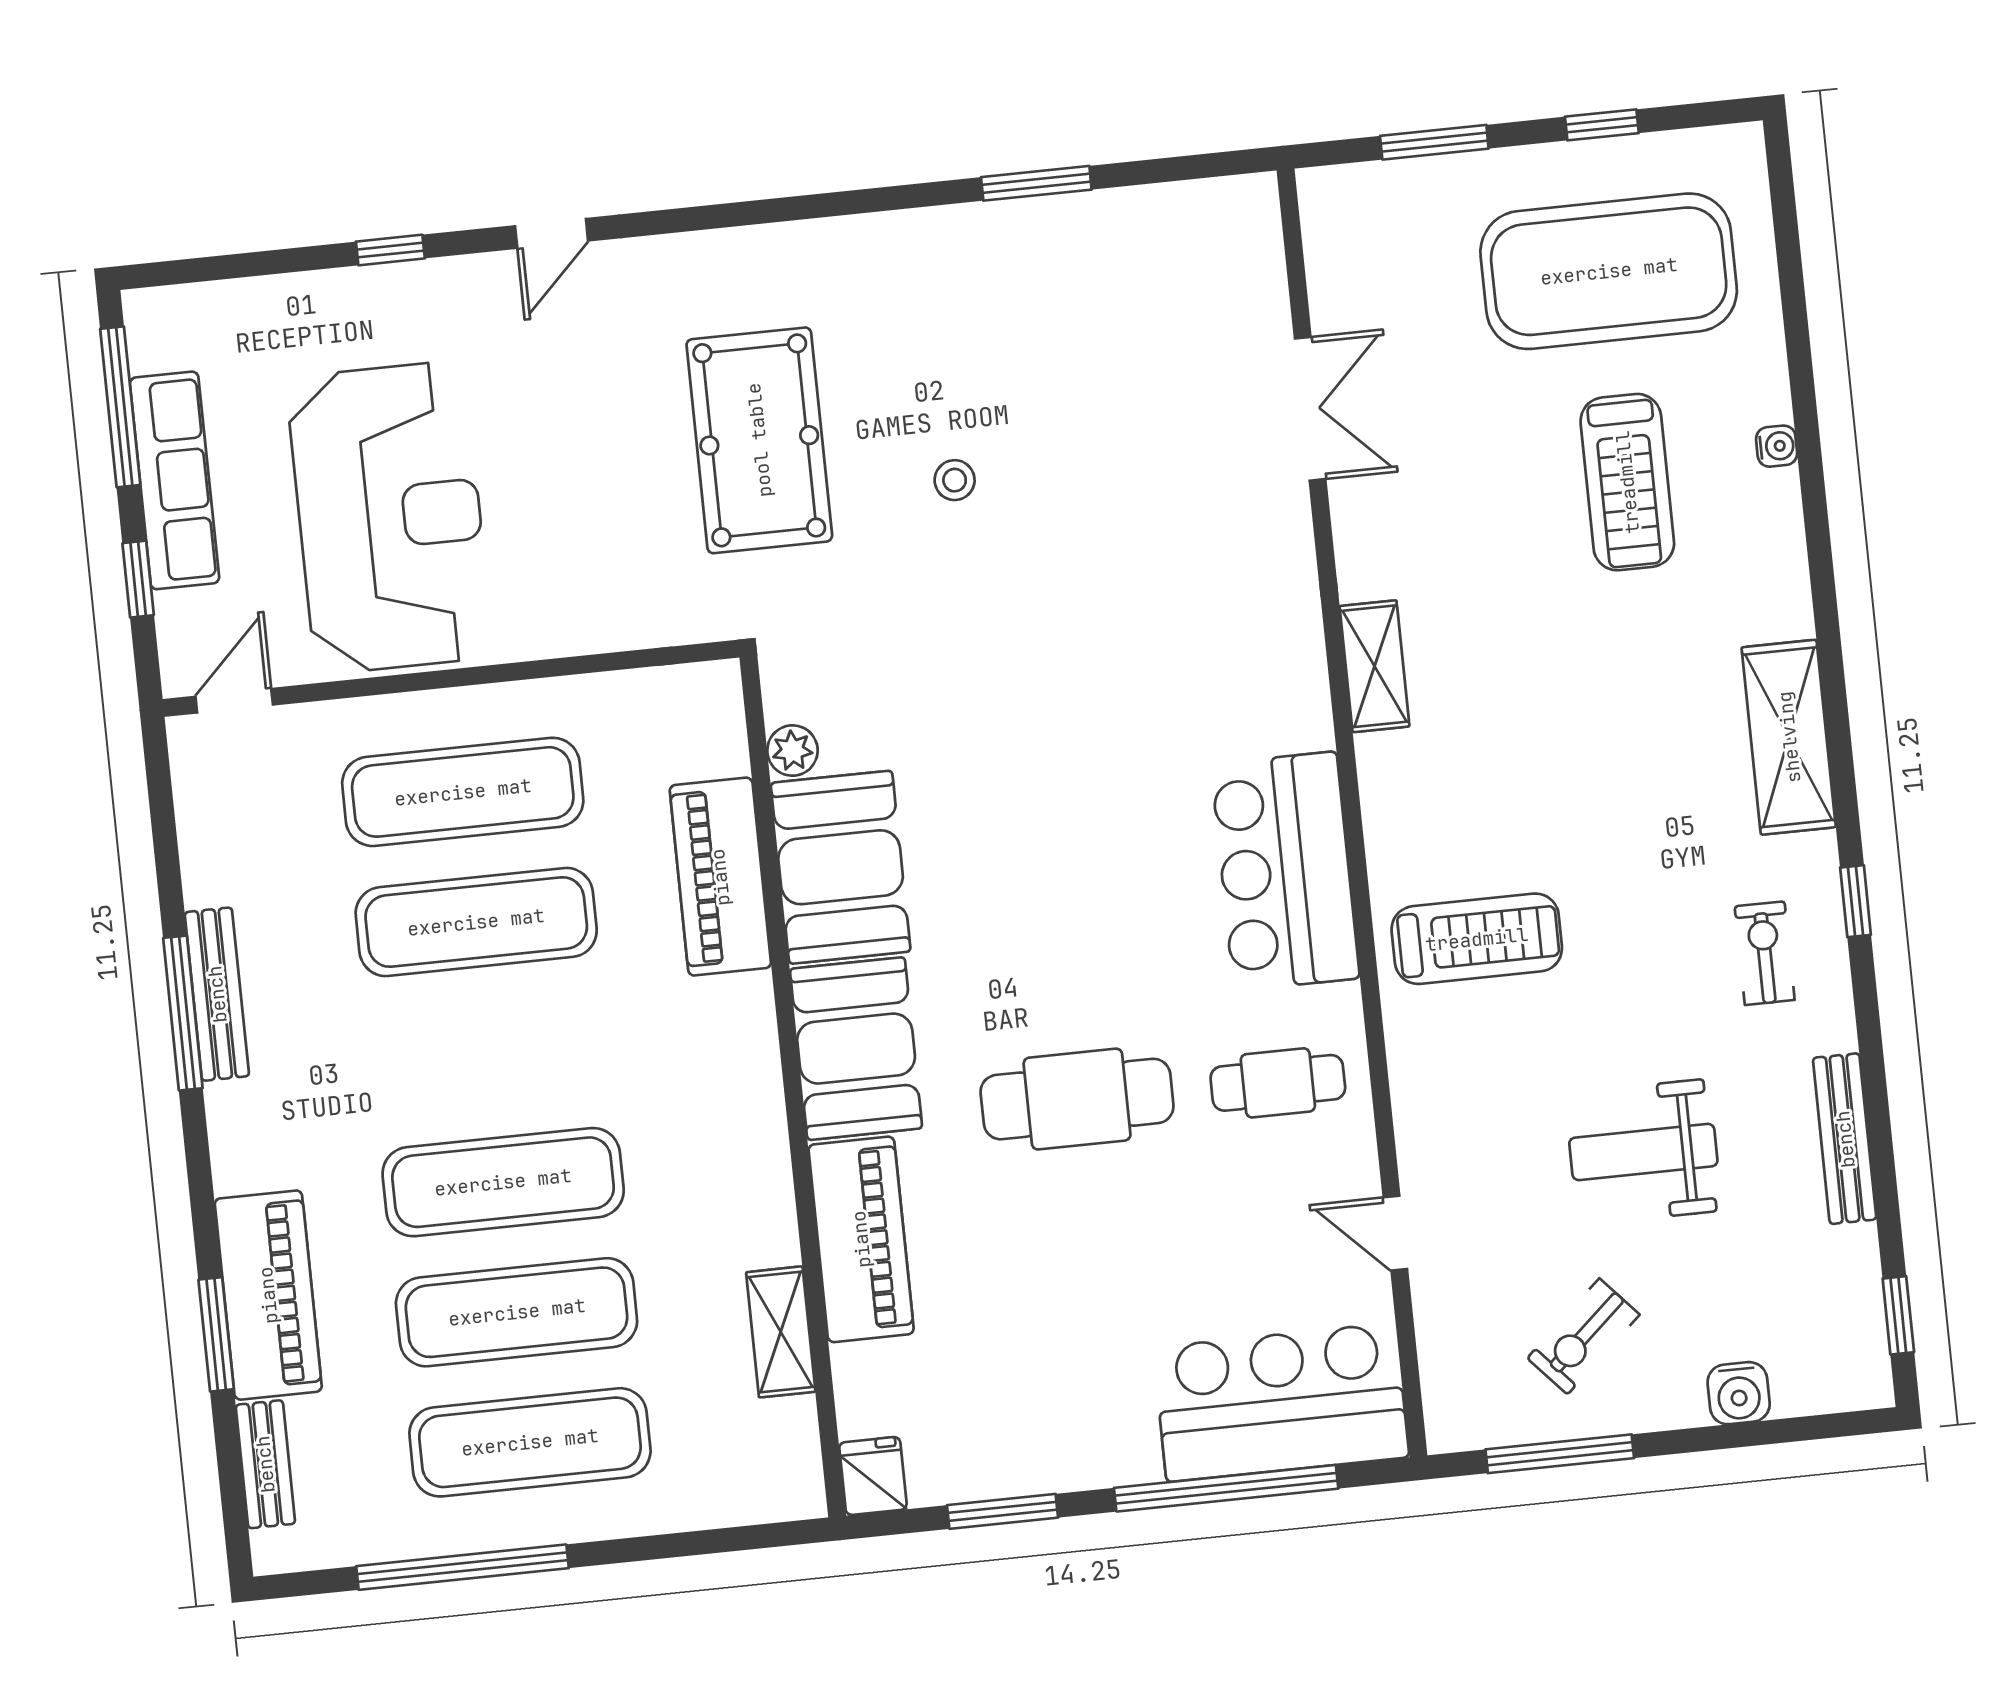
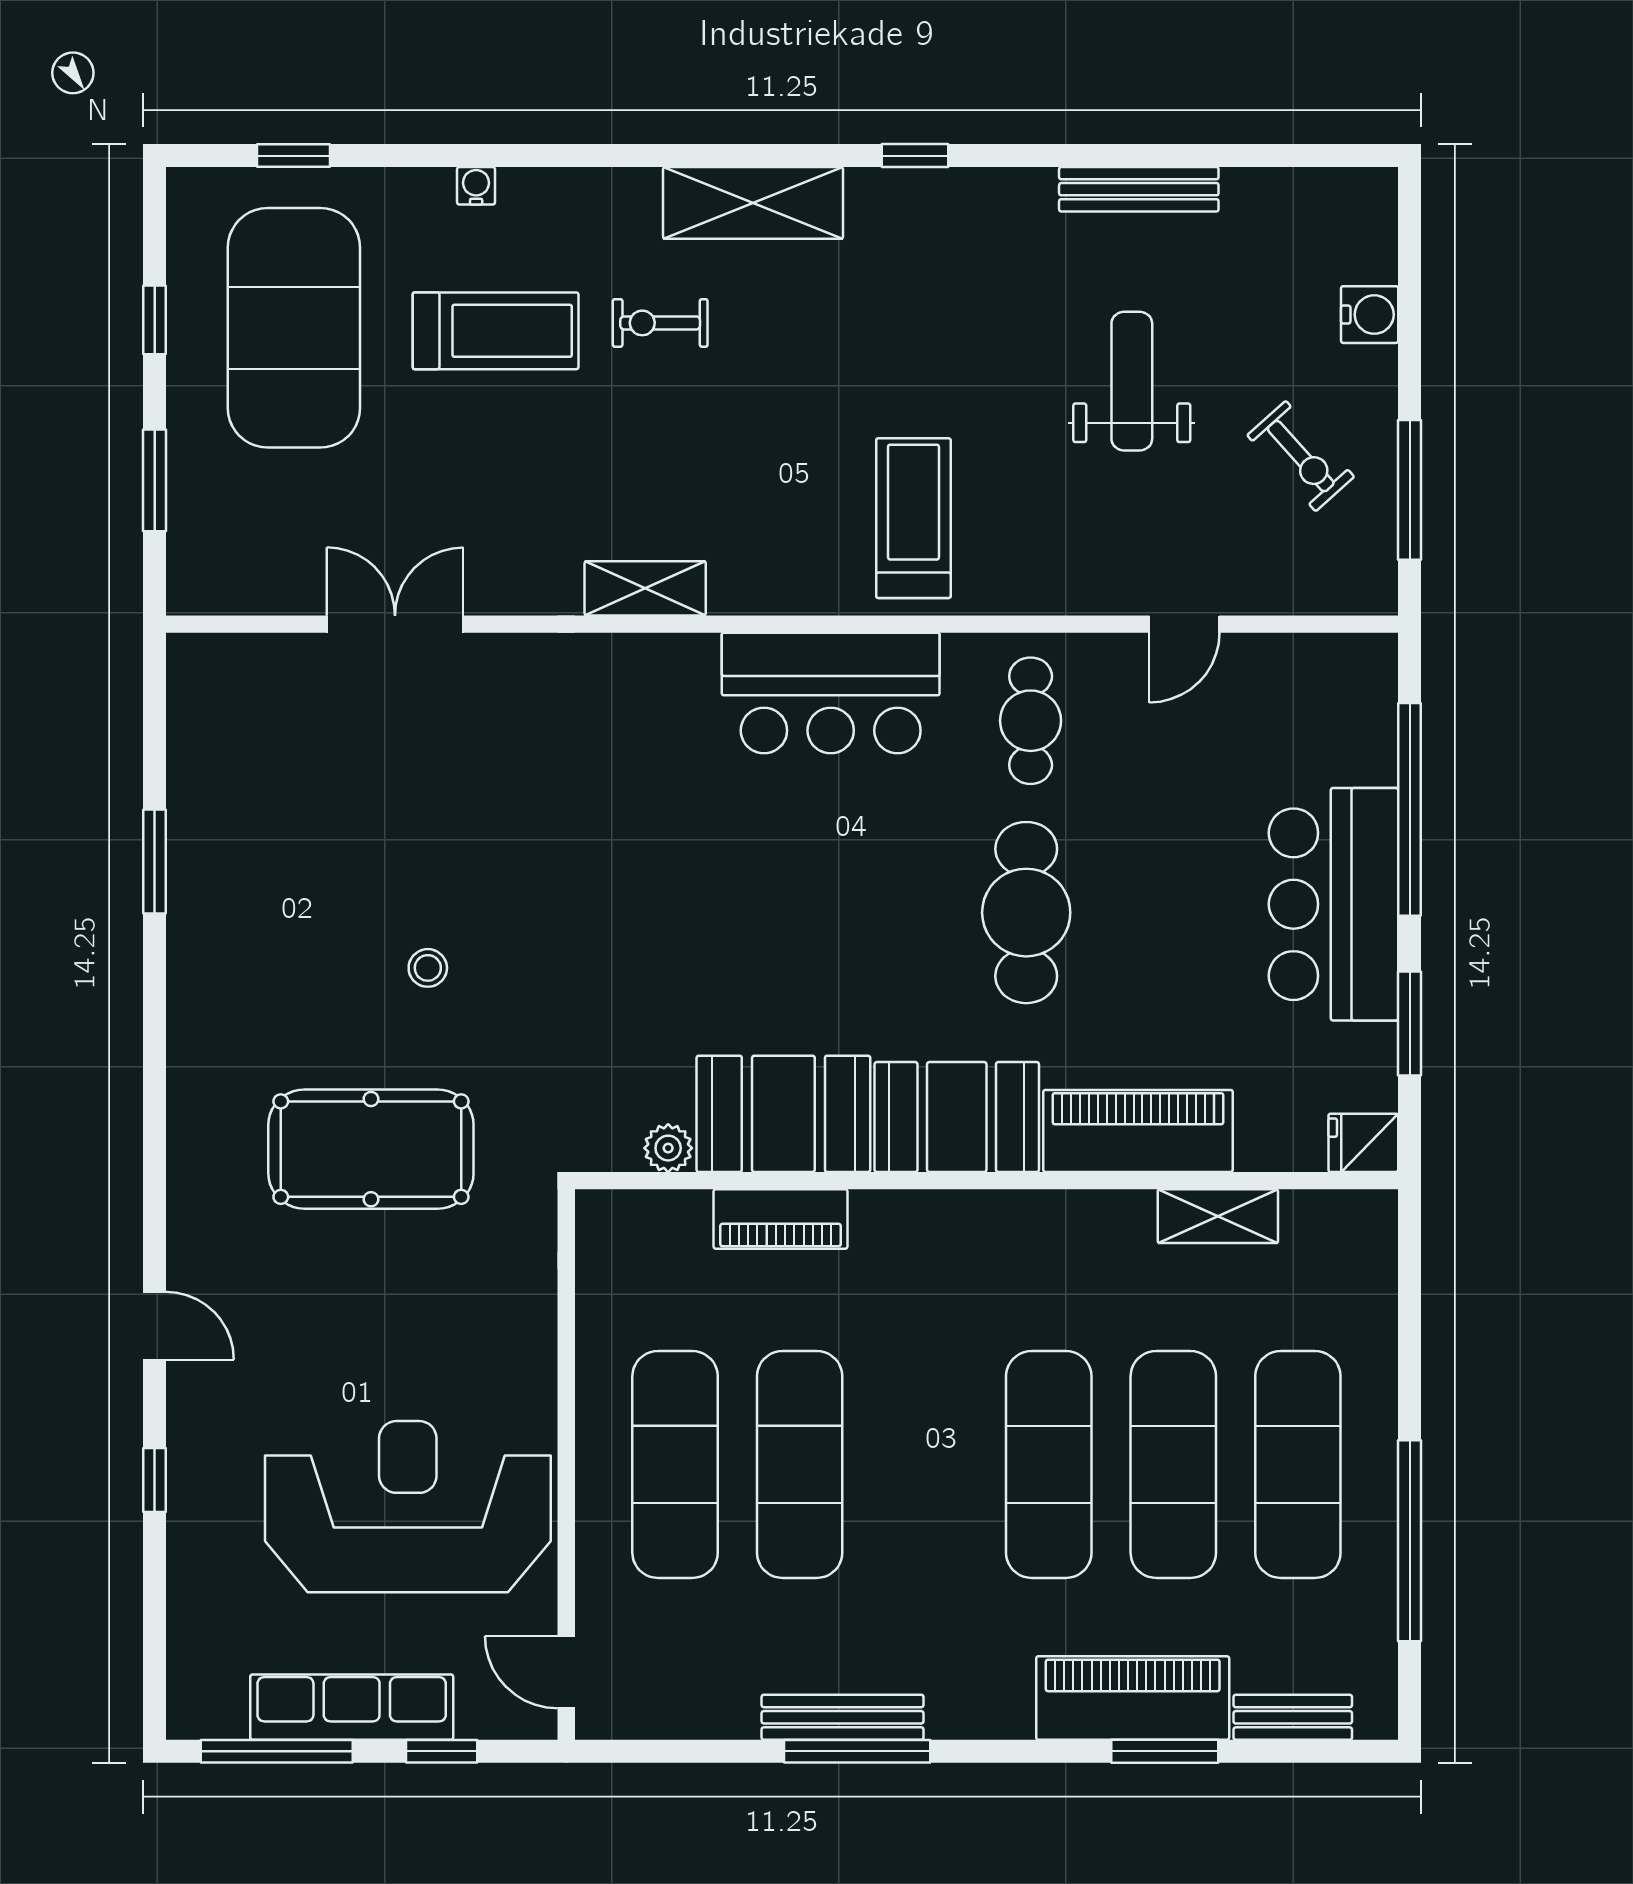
piano: (720, 877) -> (781, 1219), width x0.73, depth x0.75
exercise bike: (1765, 953) -> (660, 323), moved
weight bench: (1643, 1152) -> (1132, 381), turned 180
window: (1898, 1315) -> (293, 156), moved
bar counter: (1281, 1402) -> (1334, 904), moved

